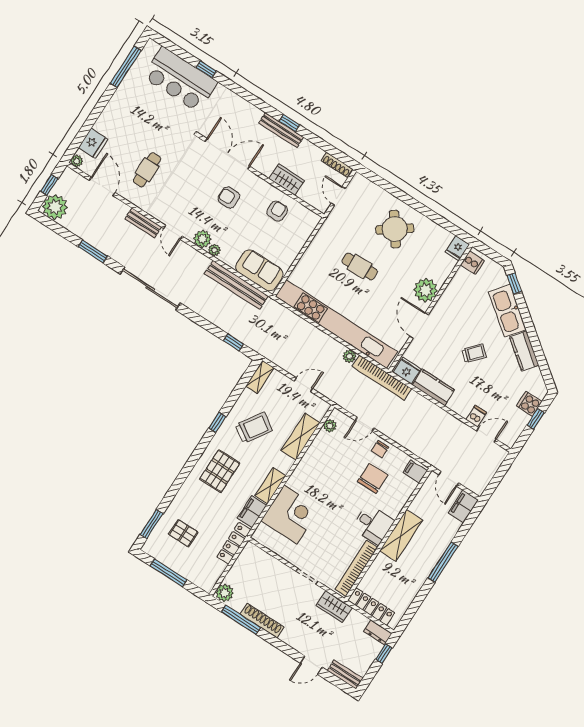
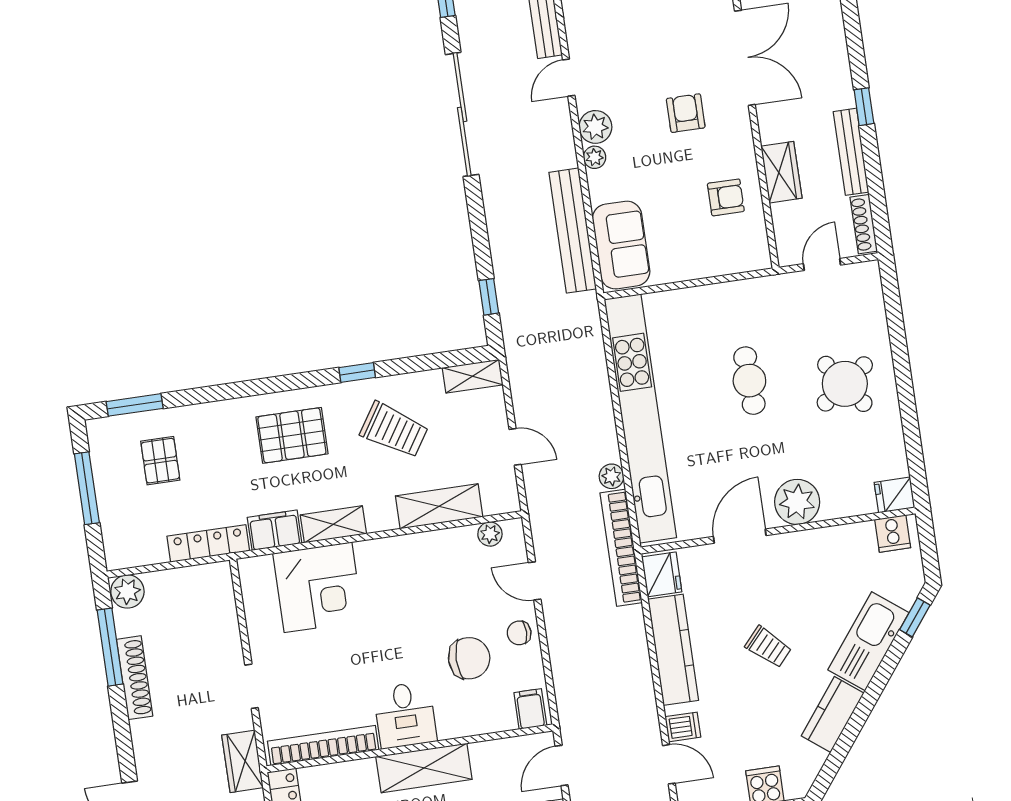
bench: (281, 130) -> (851, 152), moved
kitchen counter: (434, 387) -> (673, 650), width x1.50

